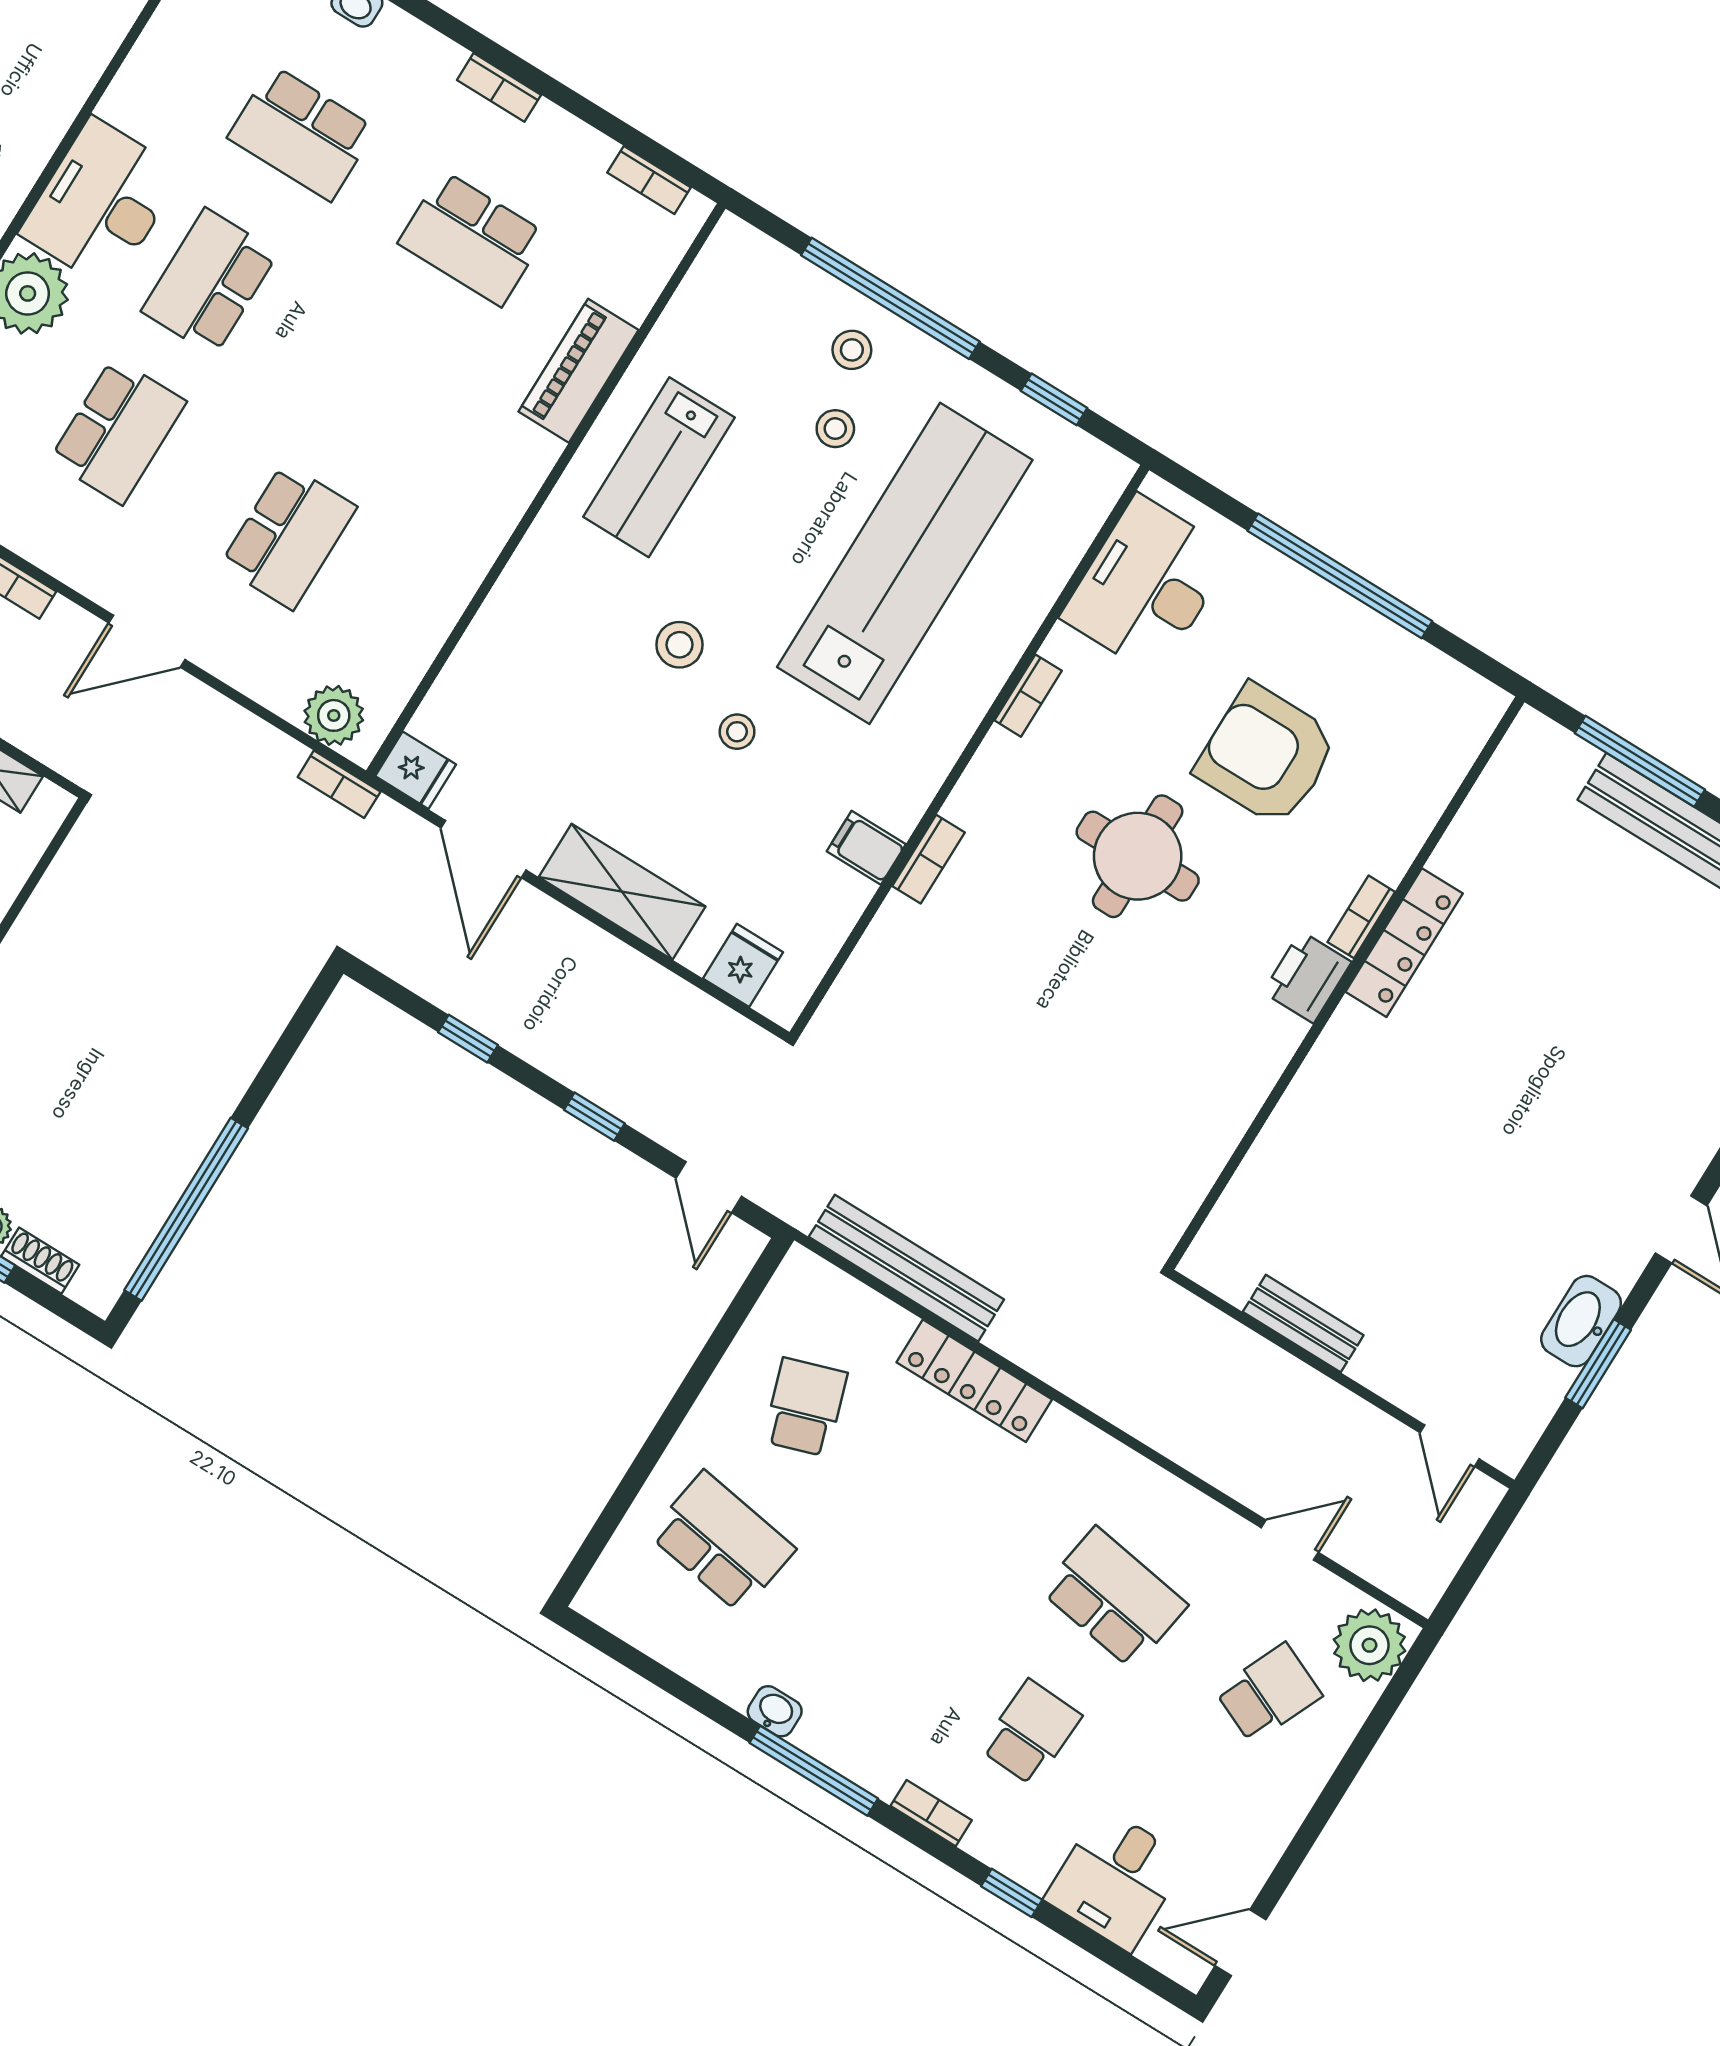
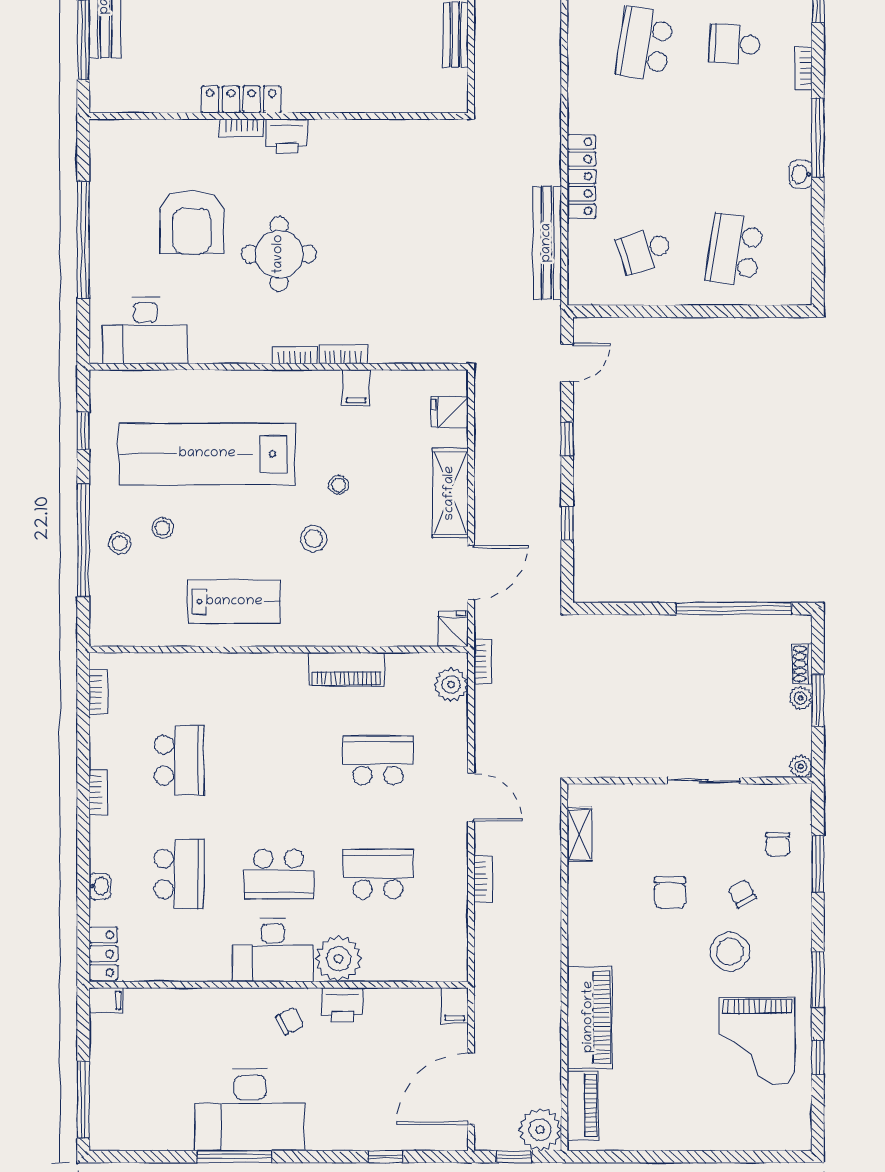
piano: (579, 371) -> (347, 669), moved
bookcase: (1028, 696) -> (295, 355), moved

